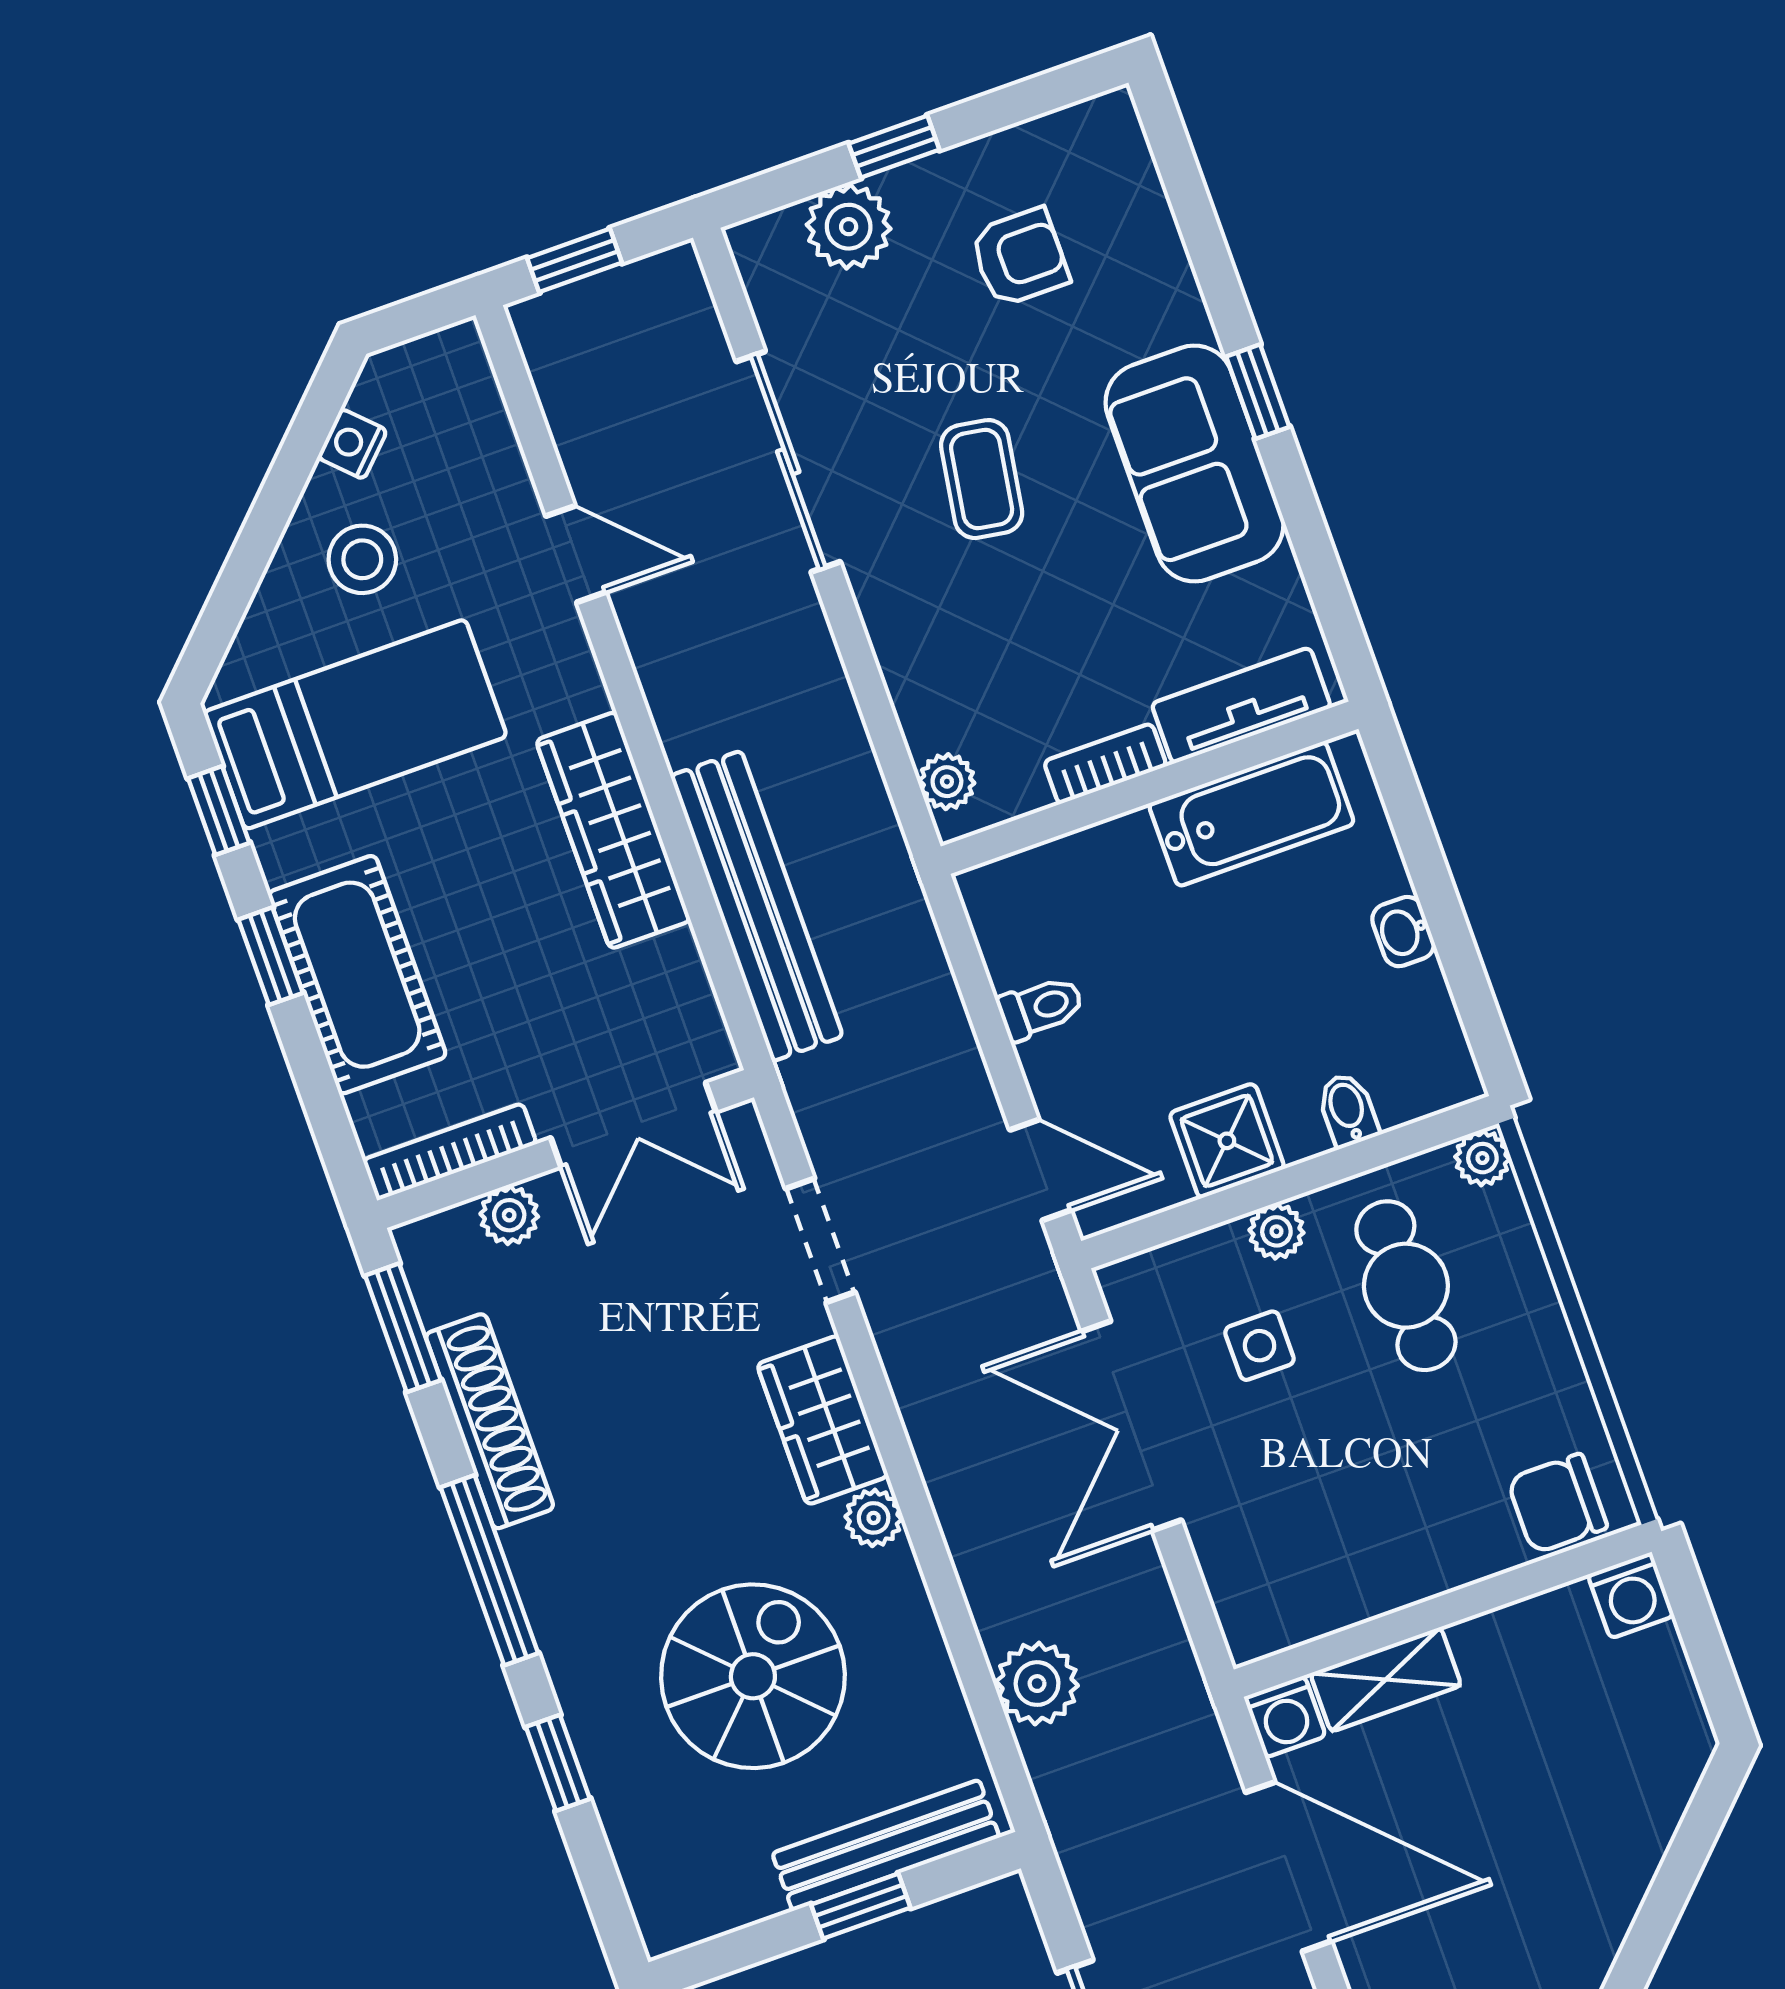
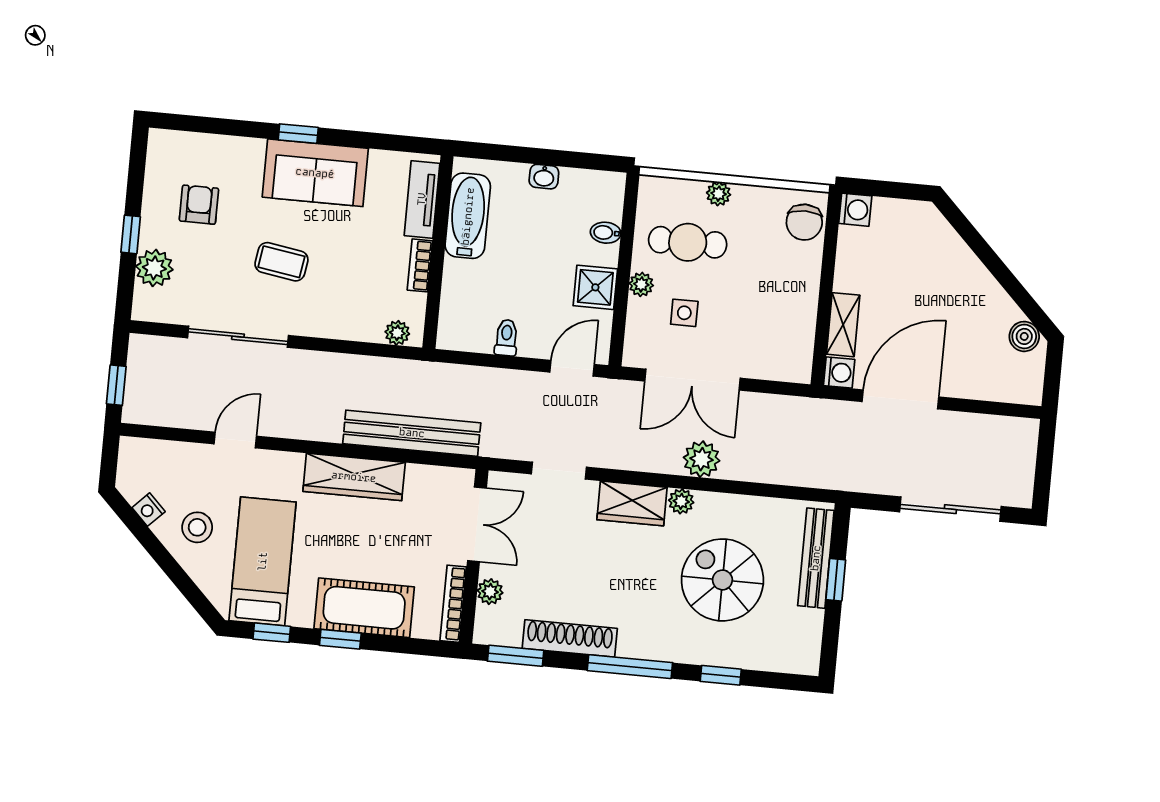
plant: (1482, 1158) -> (719, 194), moved
plant: (1037, 1684) -> (702, 459), moved

